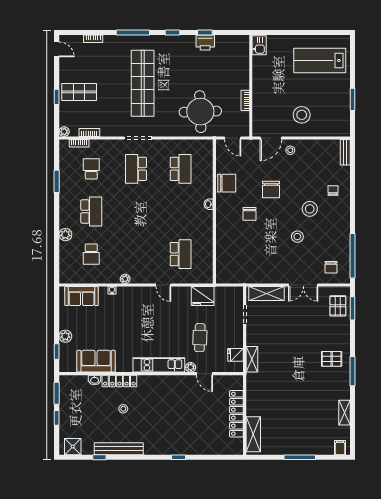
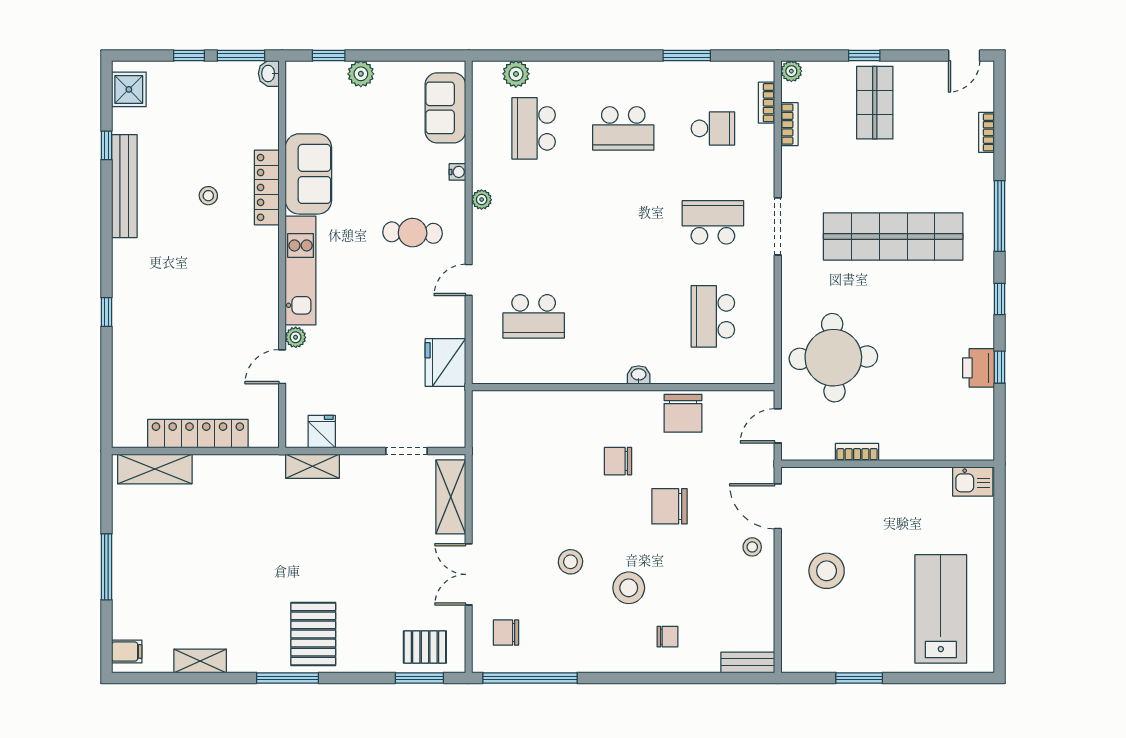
school desk: (181, 169) -> (713, 316), turned 90
plant: (65, 235) -> (516, 74), moved
school desk: (91, 254) -> (534, 128), width x1.85
cafe table: (200, 338) -> (413, 233), moved
pallet: (332, 359) -> (313, 634), width x1.50, depth x1.42
sofa: (96, 361) -> (308, 174), moved
washbasin: (95, 380) -> (269, 73), moved

